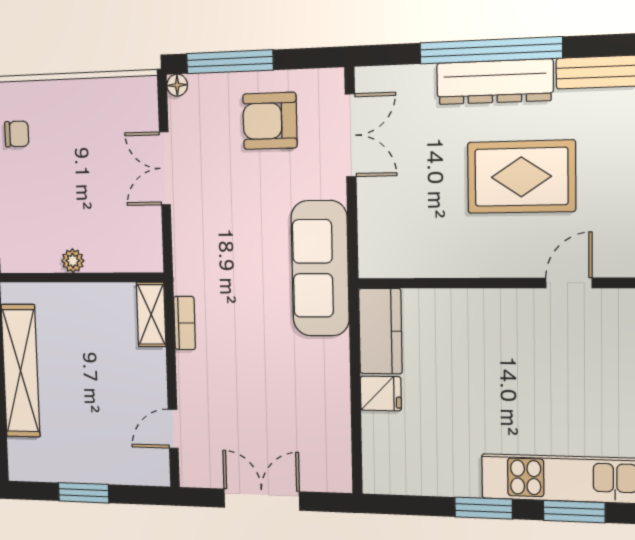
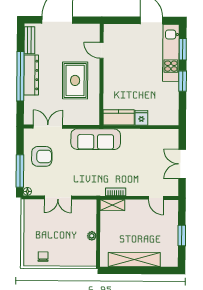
armchair: (270, 121) -> (42, 156), turned -90
rug: (521, 177) -> (75, 80), moved

